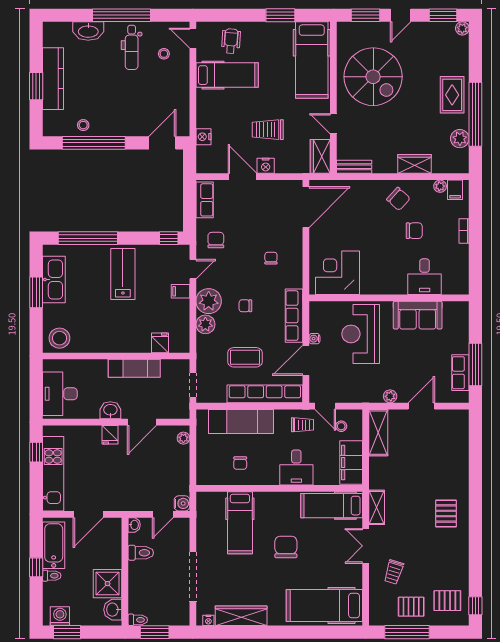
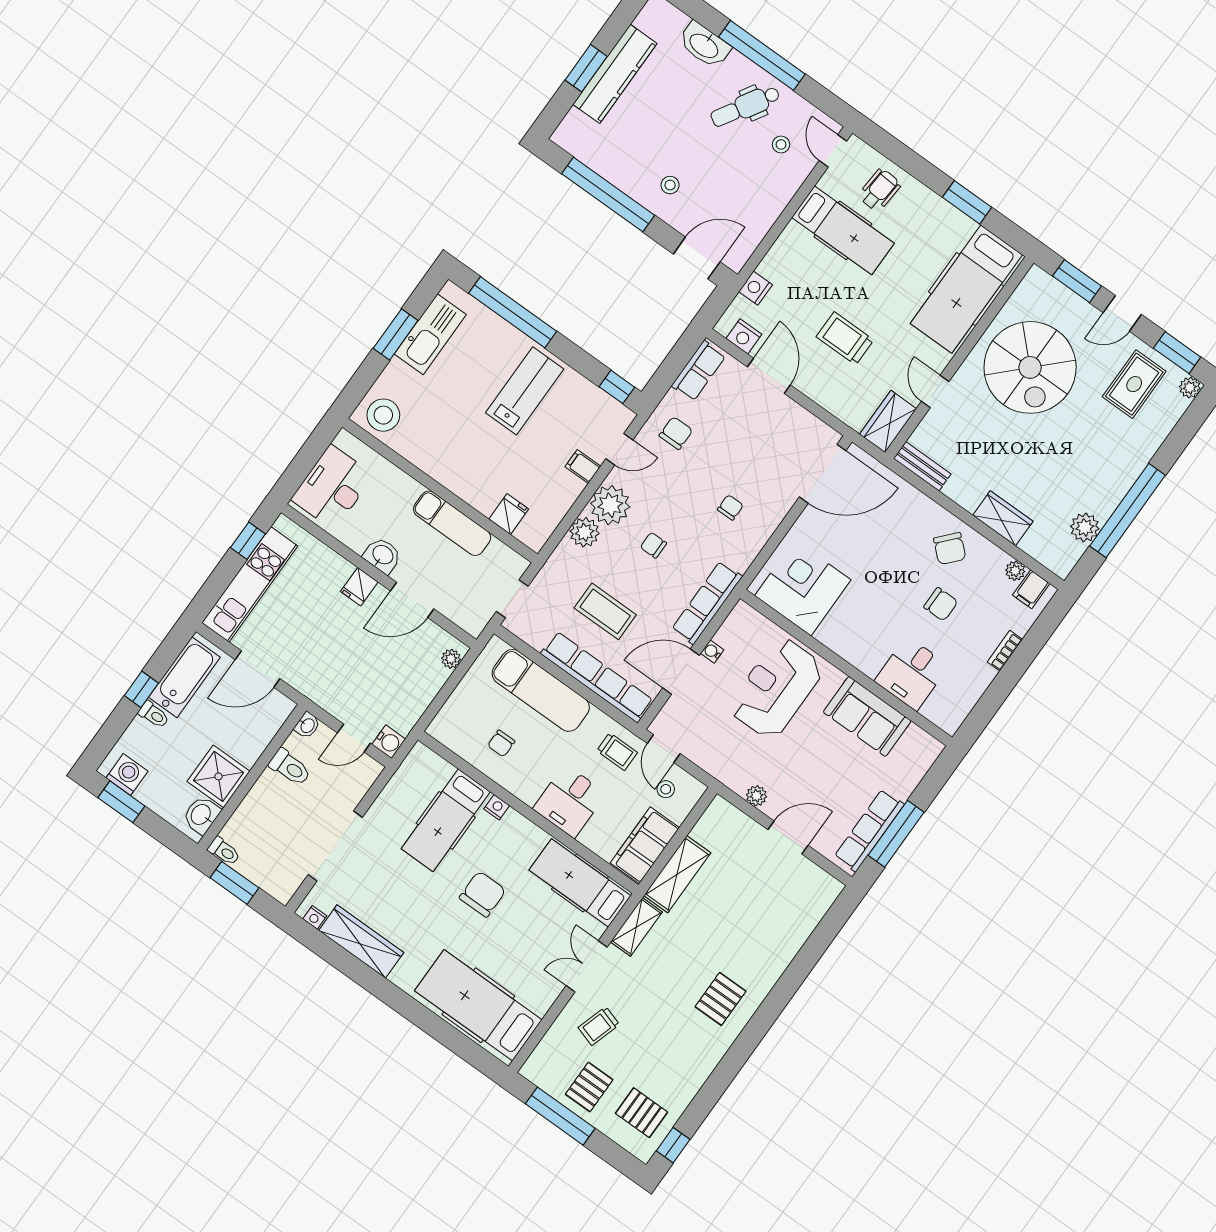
dental chair: (132, 47) -> (745, 106), turned 31
rug: (452, 95) -> (1134, 384), moved
stool: (83, 125) -> (670, 185), moved
nightstand: (266, 166) -> (744, 336), moved
row of seats: (460, 373) -> (869, 830), width x1.48
shelving: (378, 433) -> (677, 874), moved
nightstand: (261, 497) -> (497, 807), added
pallet: (411, 607) -> (589, 1087), turned 90

